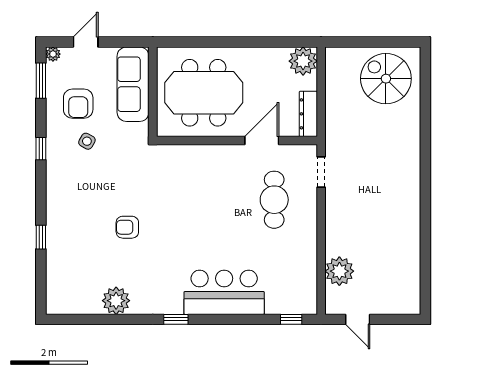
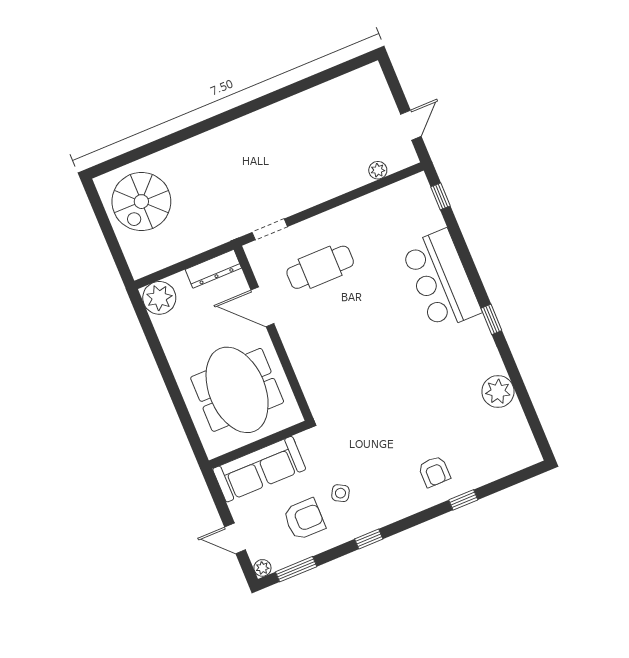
armchair: (127, 227) -> (434, 471), moved
plant: (339, 271) -> (378, 170), width x0.53, depth x0.53

